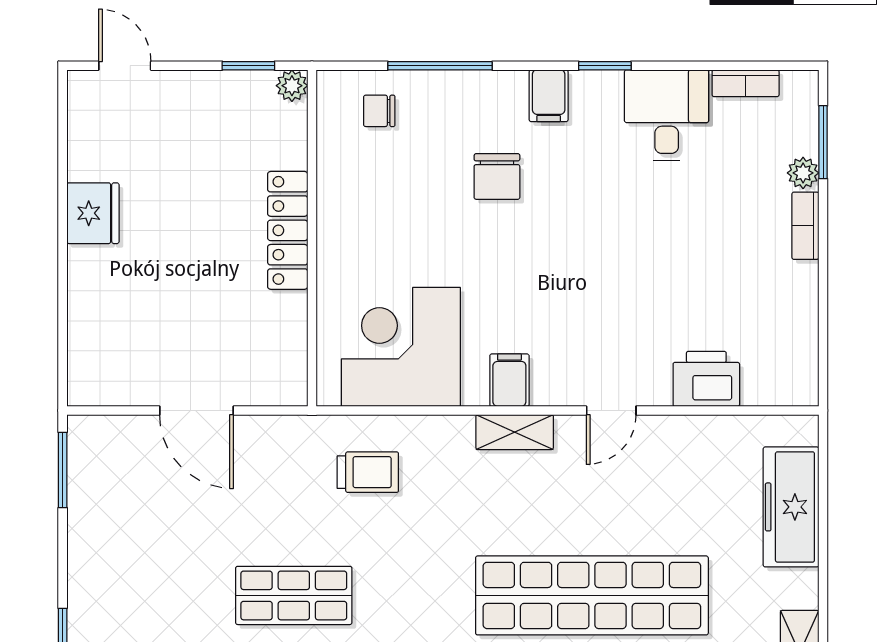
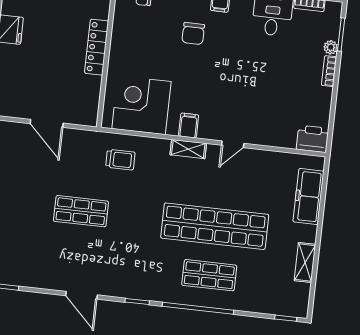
printer: (706, 379) -> (312, 139), moved

